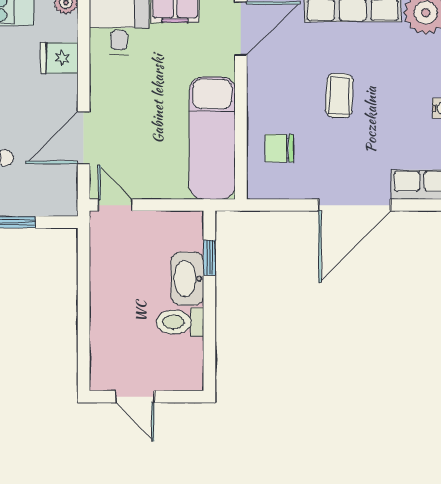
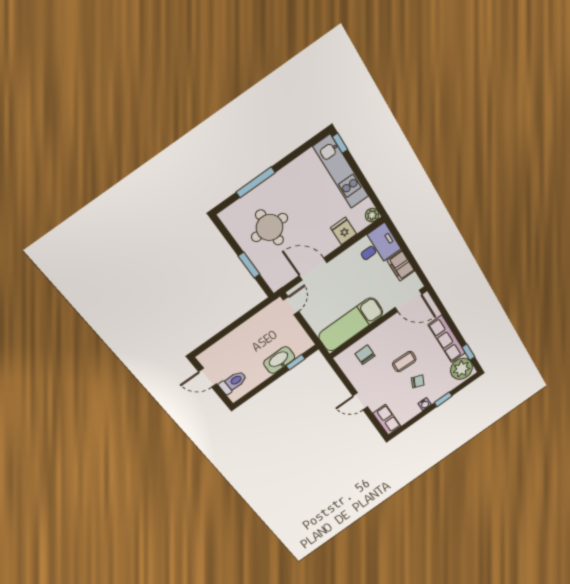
chair: (392, 95) -> (418, 381), added
door: (354, 205) -> (360, 401), width x0.53
toilet: (180, 322) -> (233, 382), moved, turned 90
door: (135, 397) -> (208, 378), hinge flipped

